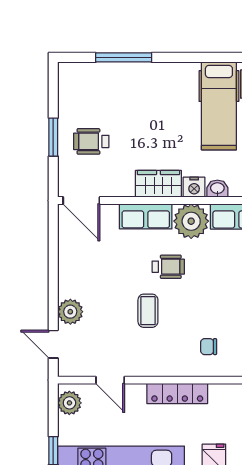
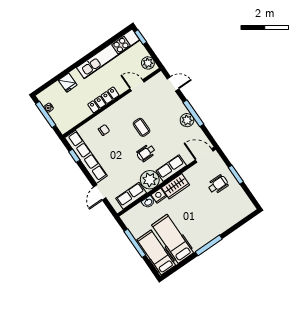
window: (124, 57) -> (209, 245), moved
window: (53, 277) -> (193, 113), added
plant: (70, 312) -> (187, 120), moved

